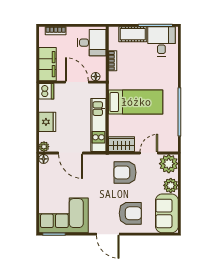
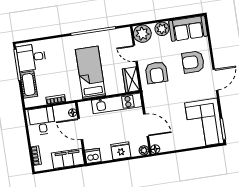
door: (77, 82) -> (80, 129), hinge flipped
door: (71, 153) -> (146, 125), hinge flipped
armchair: (130, 213) -> (193, 62), turned -90

